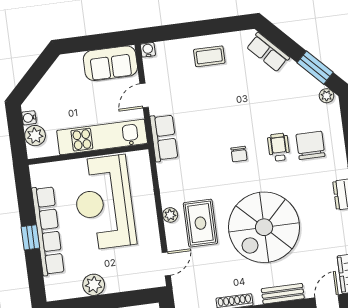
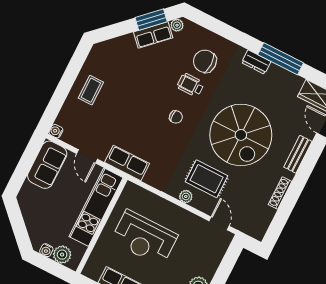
row of seats: (268, 52) -> (153, 35), moved
reception desk: (104, 203) -> (144, 238), width x0.74, depth x0.77

